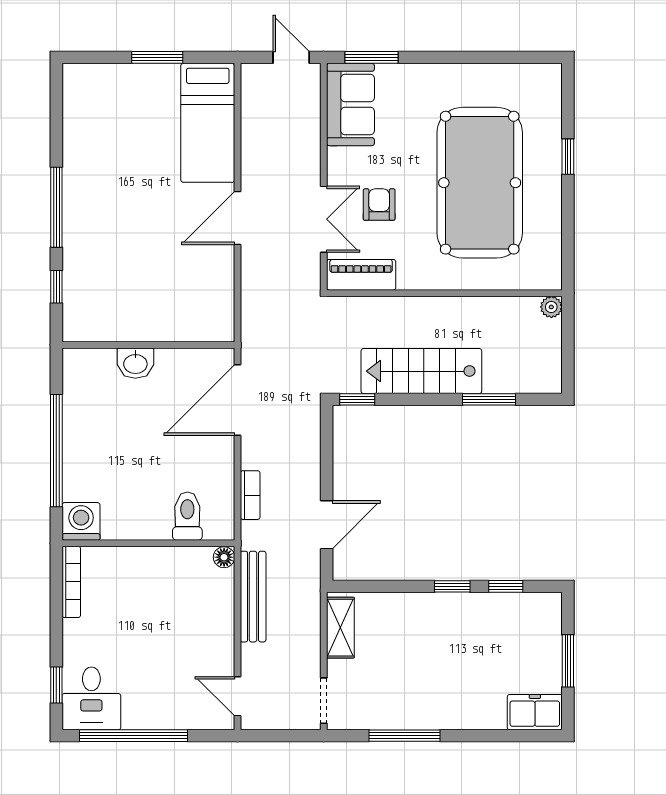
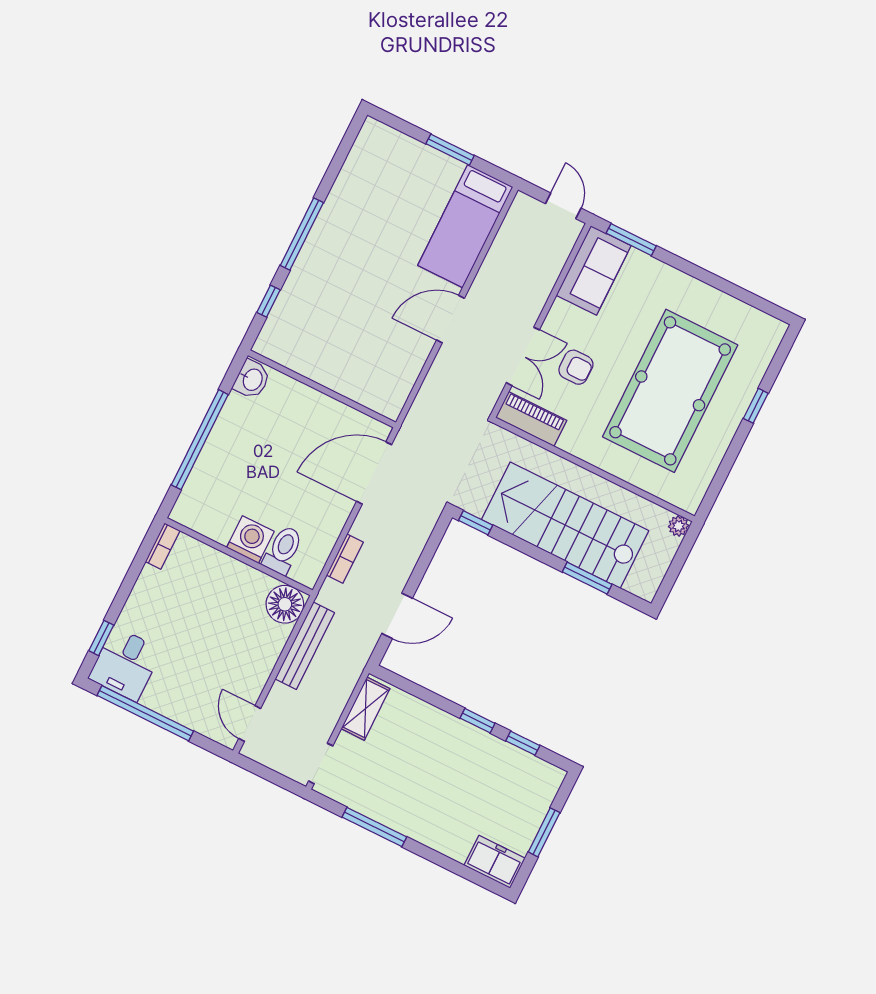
armchair: (379, 205) -> (576, 367), turned 90
washbasin: (135, 363) -> (252, 379), moved, turned -90
stairs: (421, 371) -> (565, 525), width x1.36, depth x1.51
washing machine: (81, 521) -> (250, 540), moved
floor lamp: (224, 557) -> (285, 604), width x1.89, depth x1.89
bookcase: (71, 582) -> (163, 546), width x0.64

